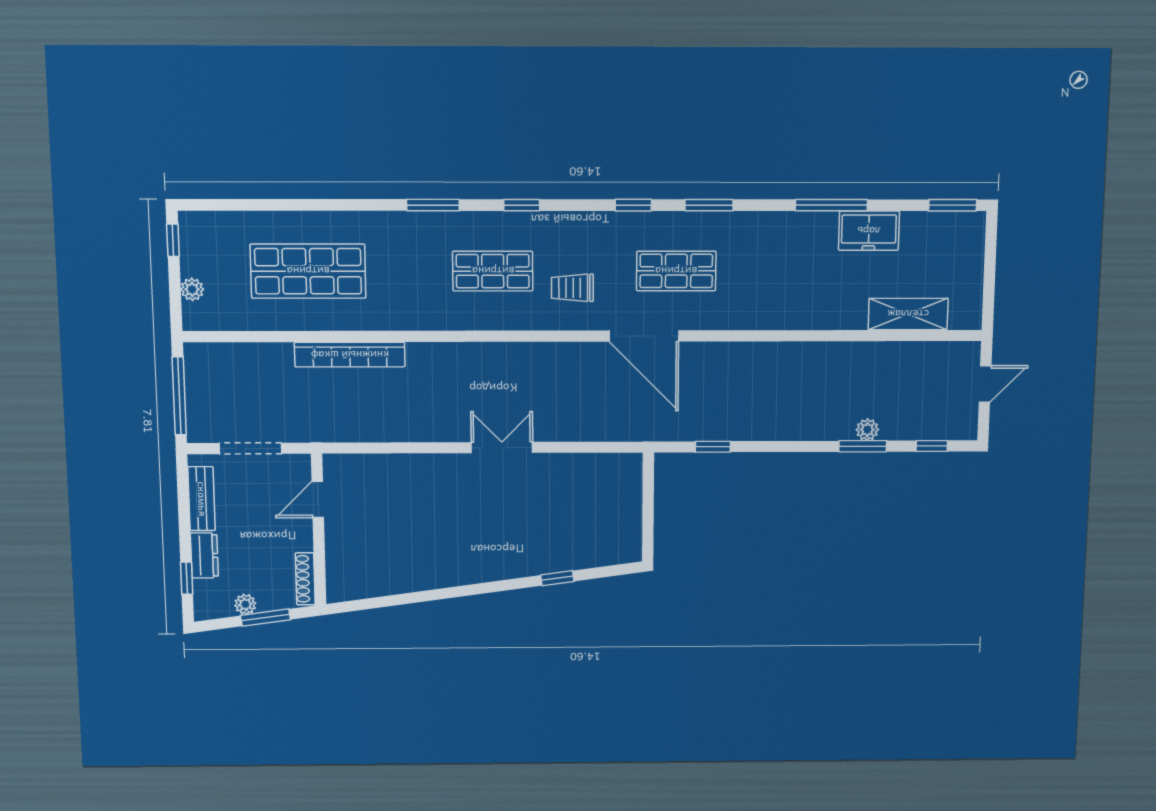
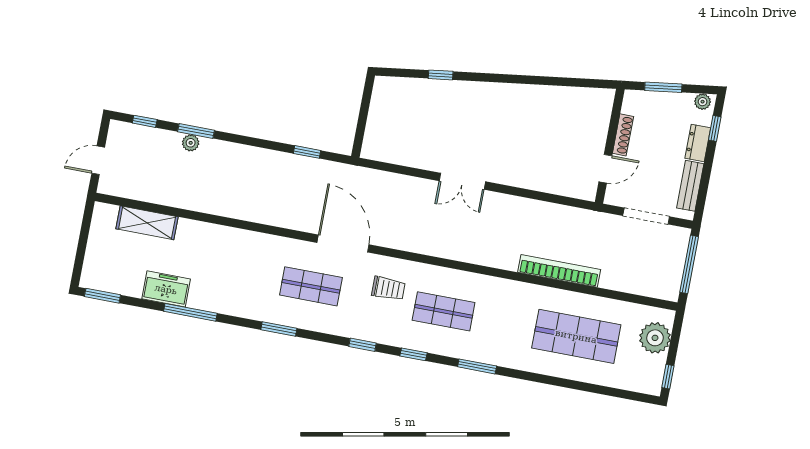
window: (633, 205) -> (362, 345), moved
plant: (192, 289) -> (655, 338), width x1.88, depth x1.88
shoe rack: (305, 579) -> (623, 135), moved
plant: (245, 604) -> (703, 102), moved

